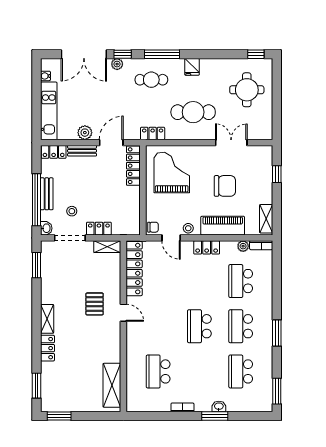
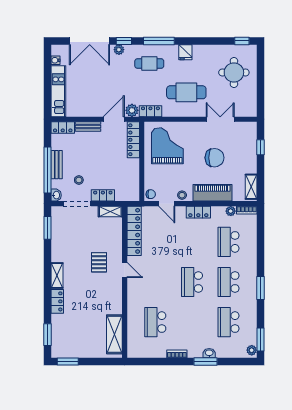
plant: (85, 133) -> (132, 110), moved
plant: (267, 403) -> (252, 350), added

